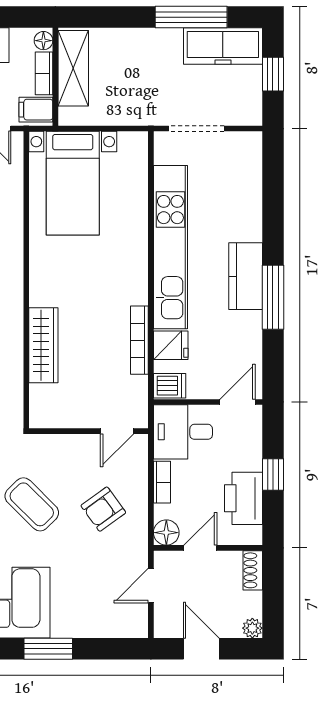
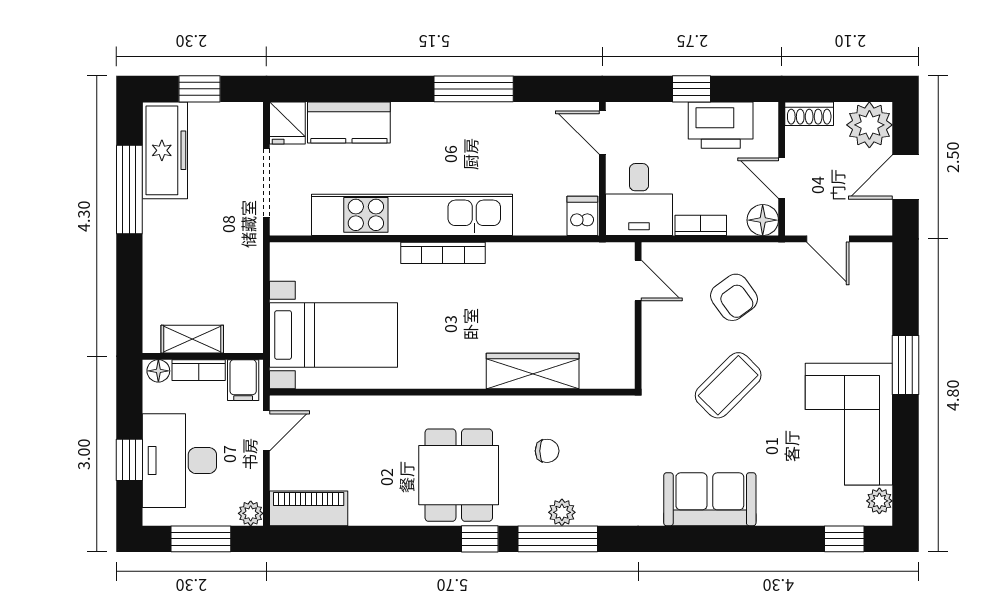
shelving: (73, 68) -> (192, 339), width x0.67, depth x0.75
kitchen counter: (246, 276) -> (349, 123), moved
bookcase: (139, 340) -> (443, 253), moved
fridge: (171, 345) -> (287, 123), moved, turned 180
plant: (252, 628) -> (869, 125), width x1.87, depth x1.87

